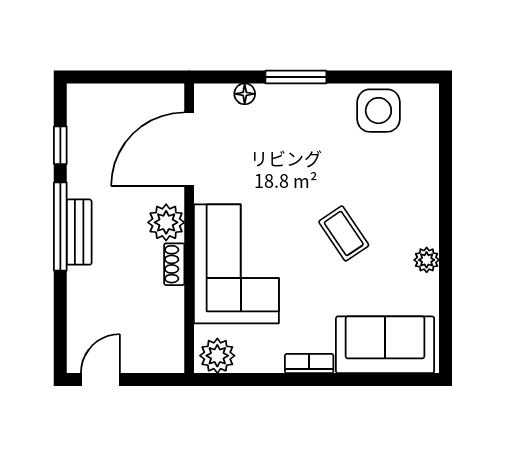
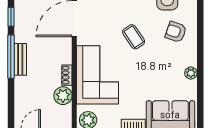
armchair: (396, 176) -> (176, 32), added
plant: (166, 222) -> (63, 96), moved
coffee table: (344, 233) -> (134, 37), moved

